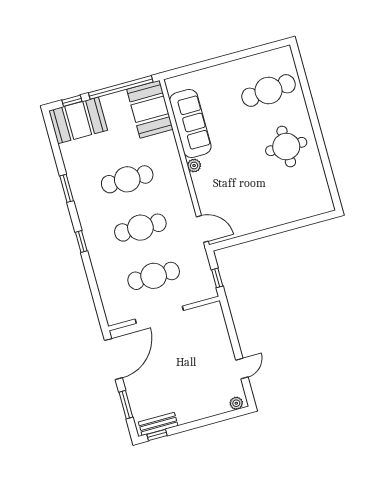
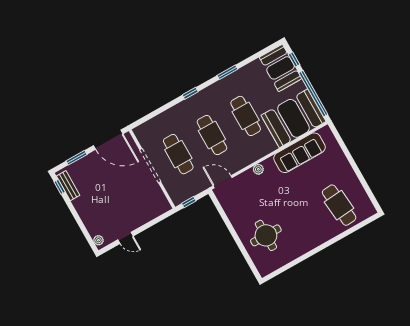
booth: (150, 109) -> (294, 118), width x1.36, depth x1.42
round table: (286, 147) -> (266, 235), moved
plant: (194, 166) -> (258, 169), moved
door: (202, 229) -> (223, 182), swing flipped

